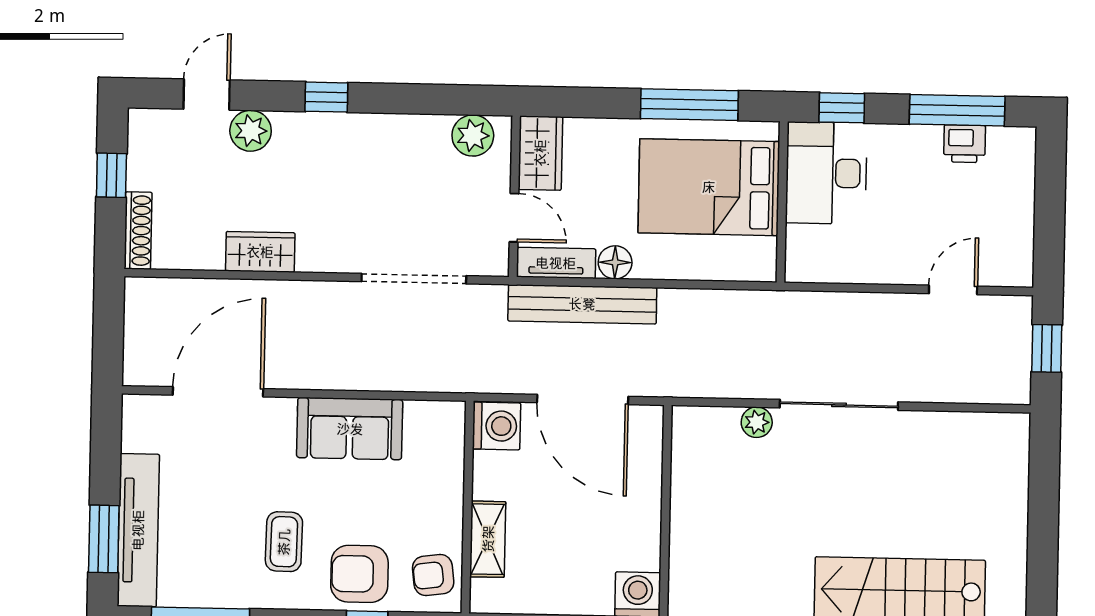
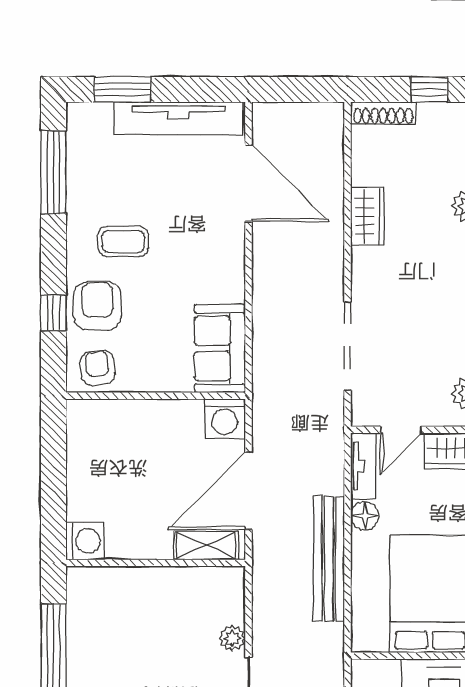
bench: (582, 304) -> (329, 559), moved
sofa: (350, 429) -> (220, 349), moved
tv unit: (138, 530) -> (178, 118), moved
shelving: (488, 539) -> (206, 545), moved

